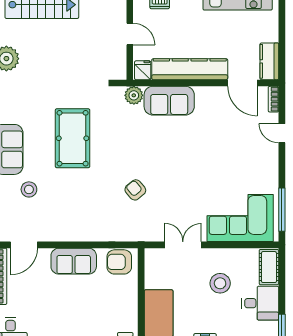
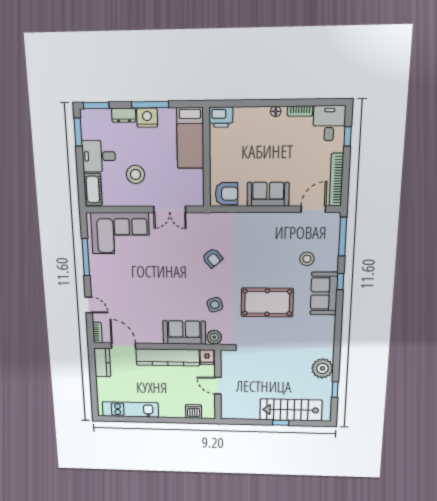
side table: (133, 135) -> (215, 305), added
pool table: (73, 138) -> (267, 302), turned 90
window: (282, 210) -> (86, 257), moved

